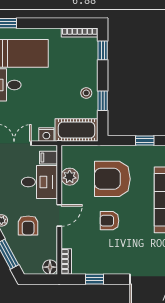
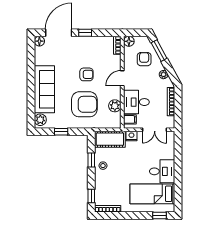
armchair: (28, 225) -> (144, 59), moved
window: (95, 279) -> (85, 33), moved

